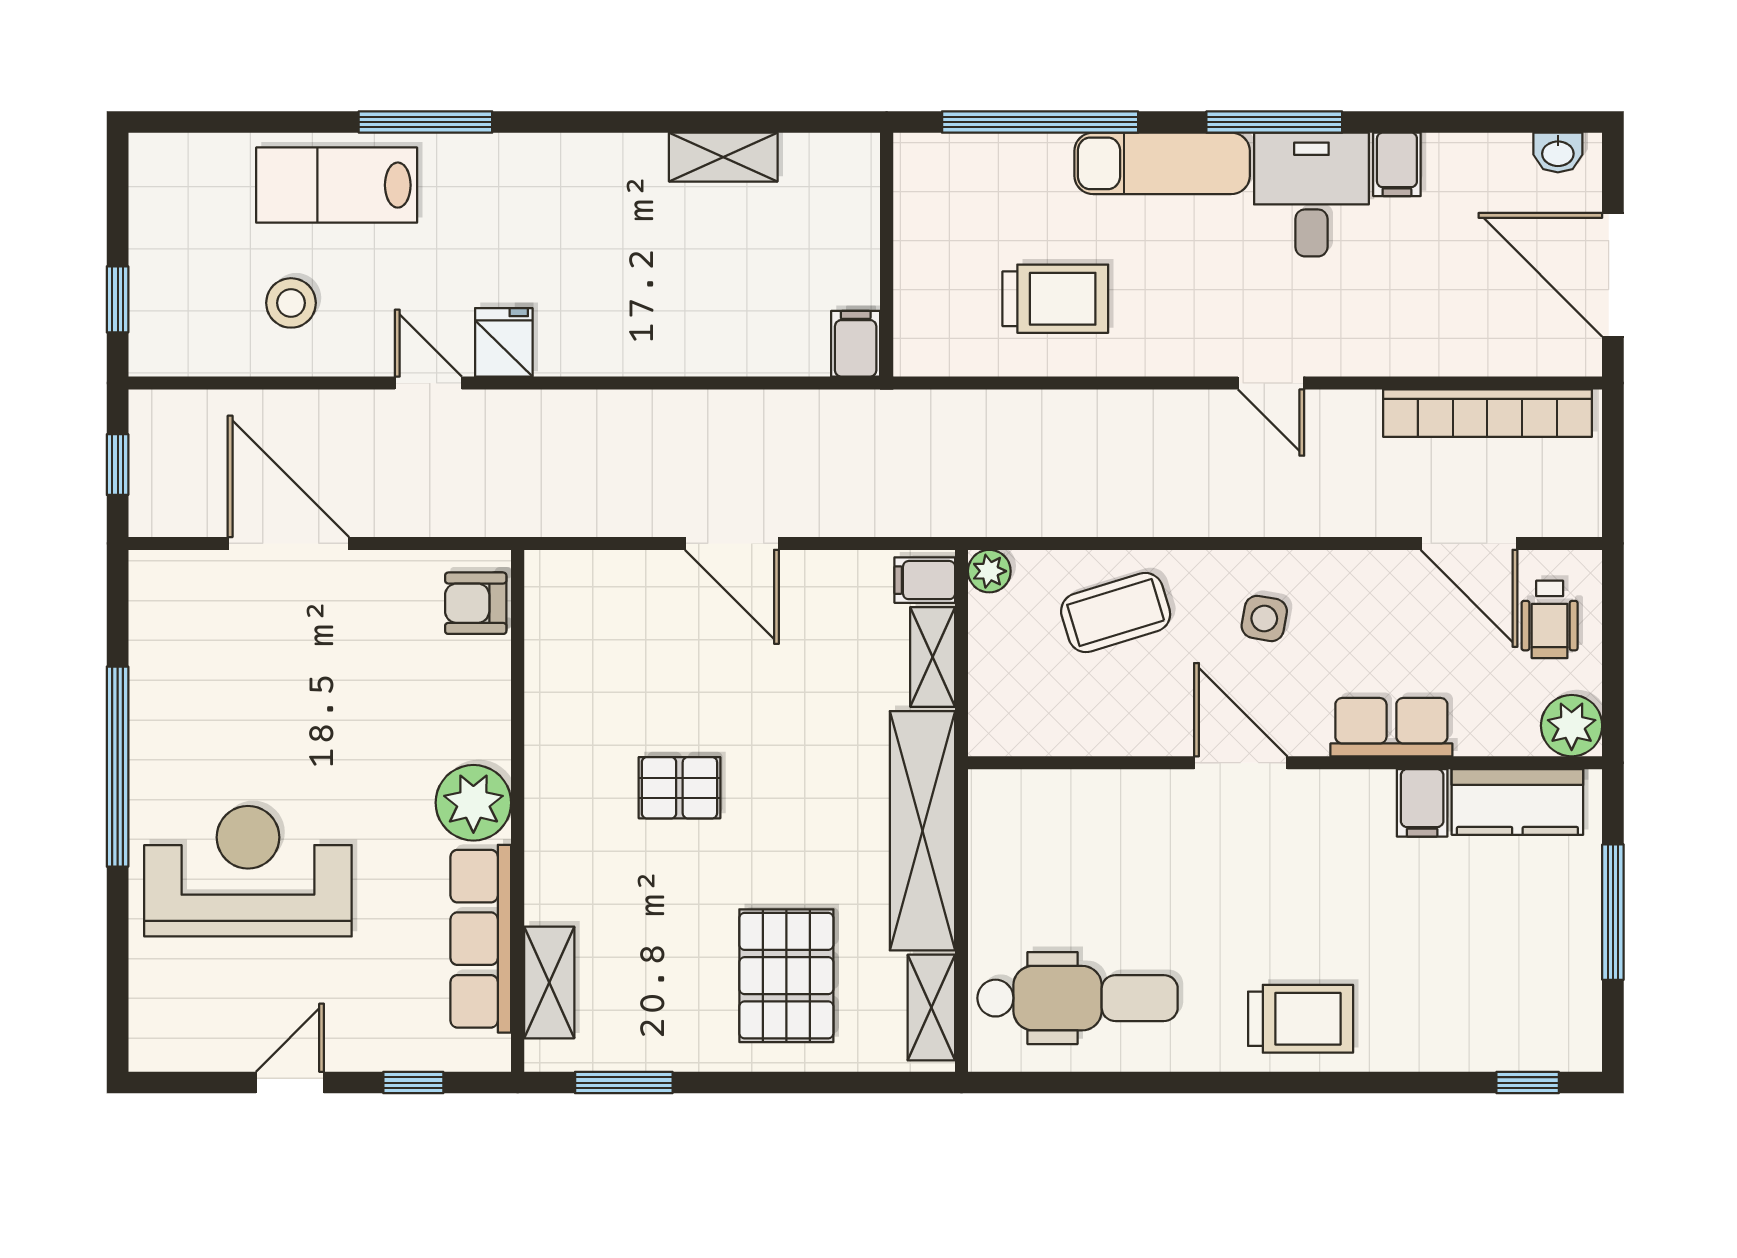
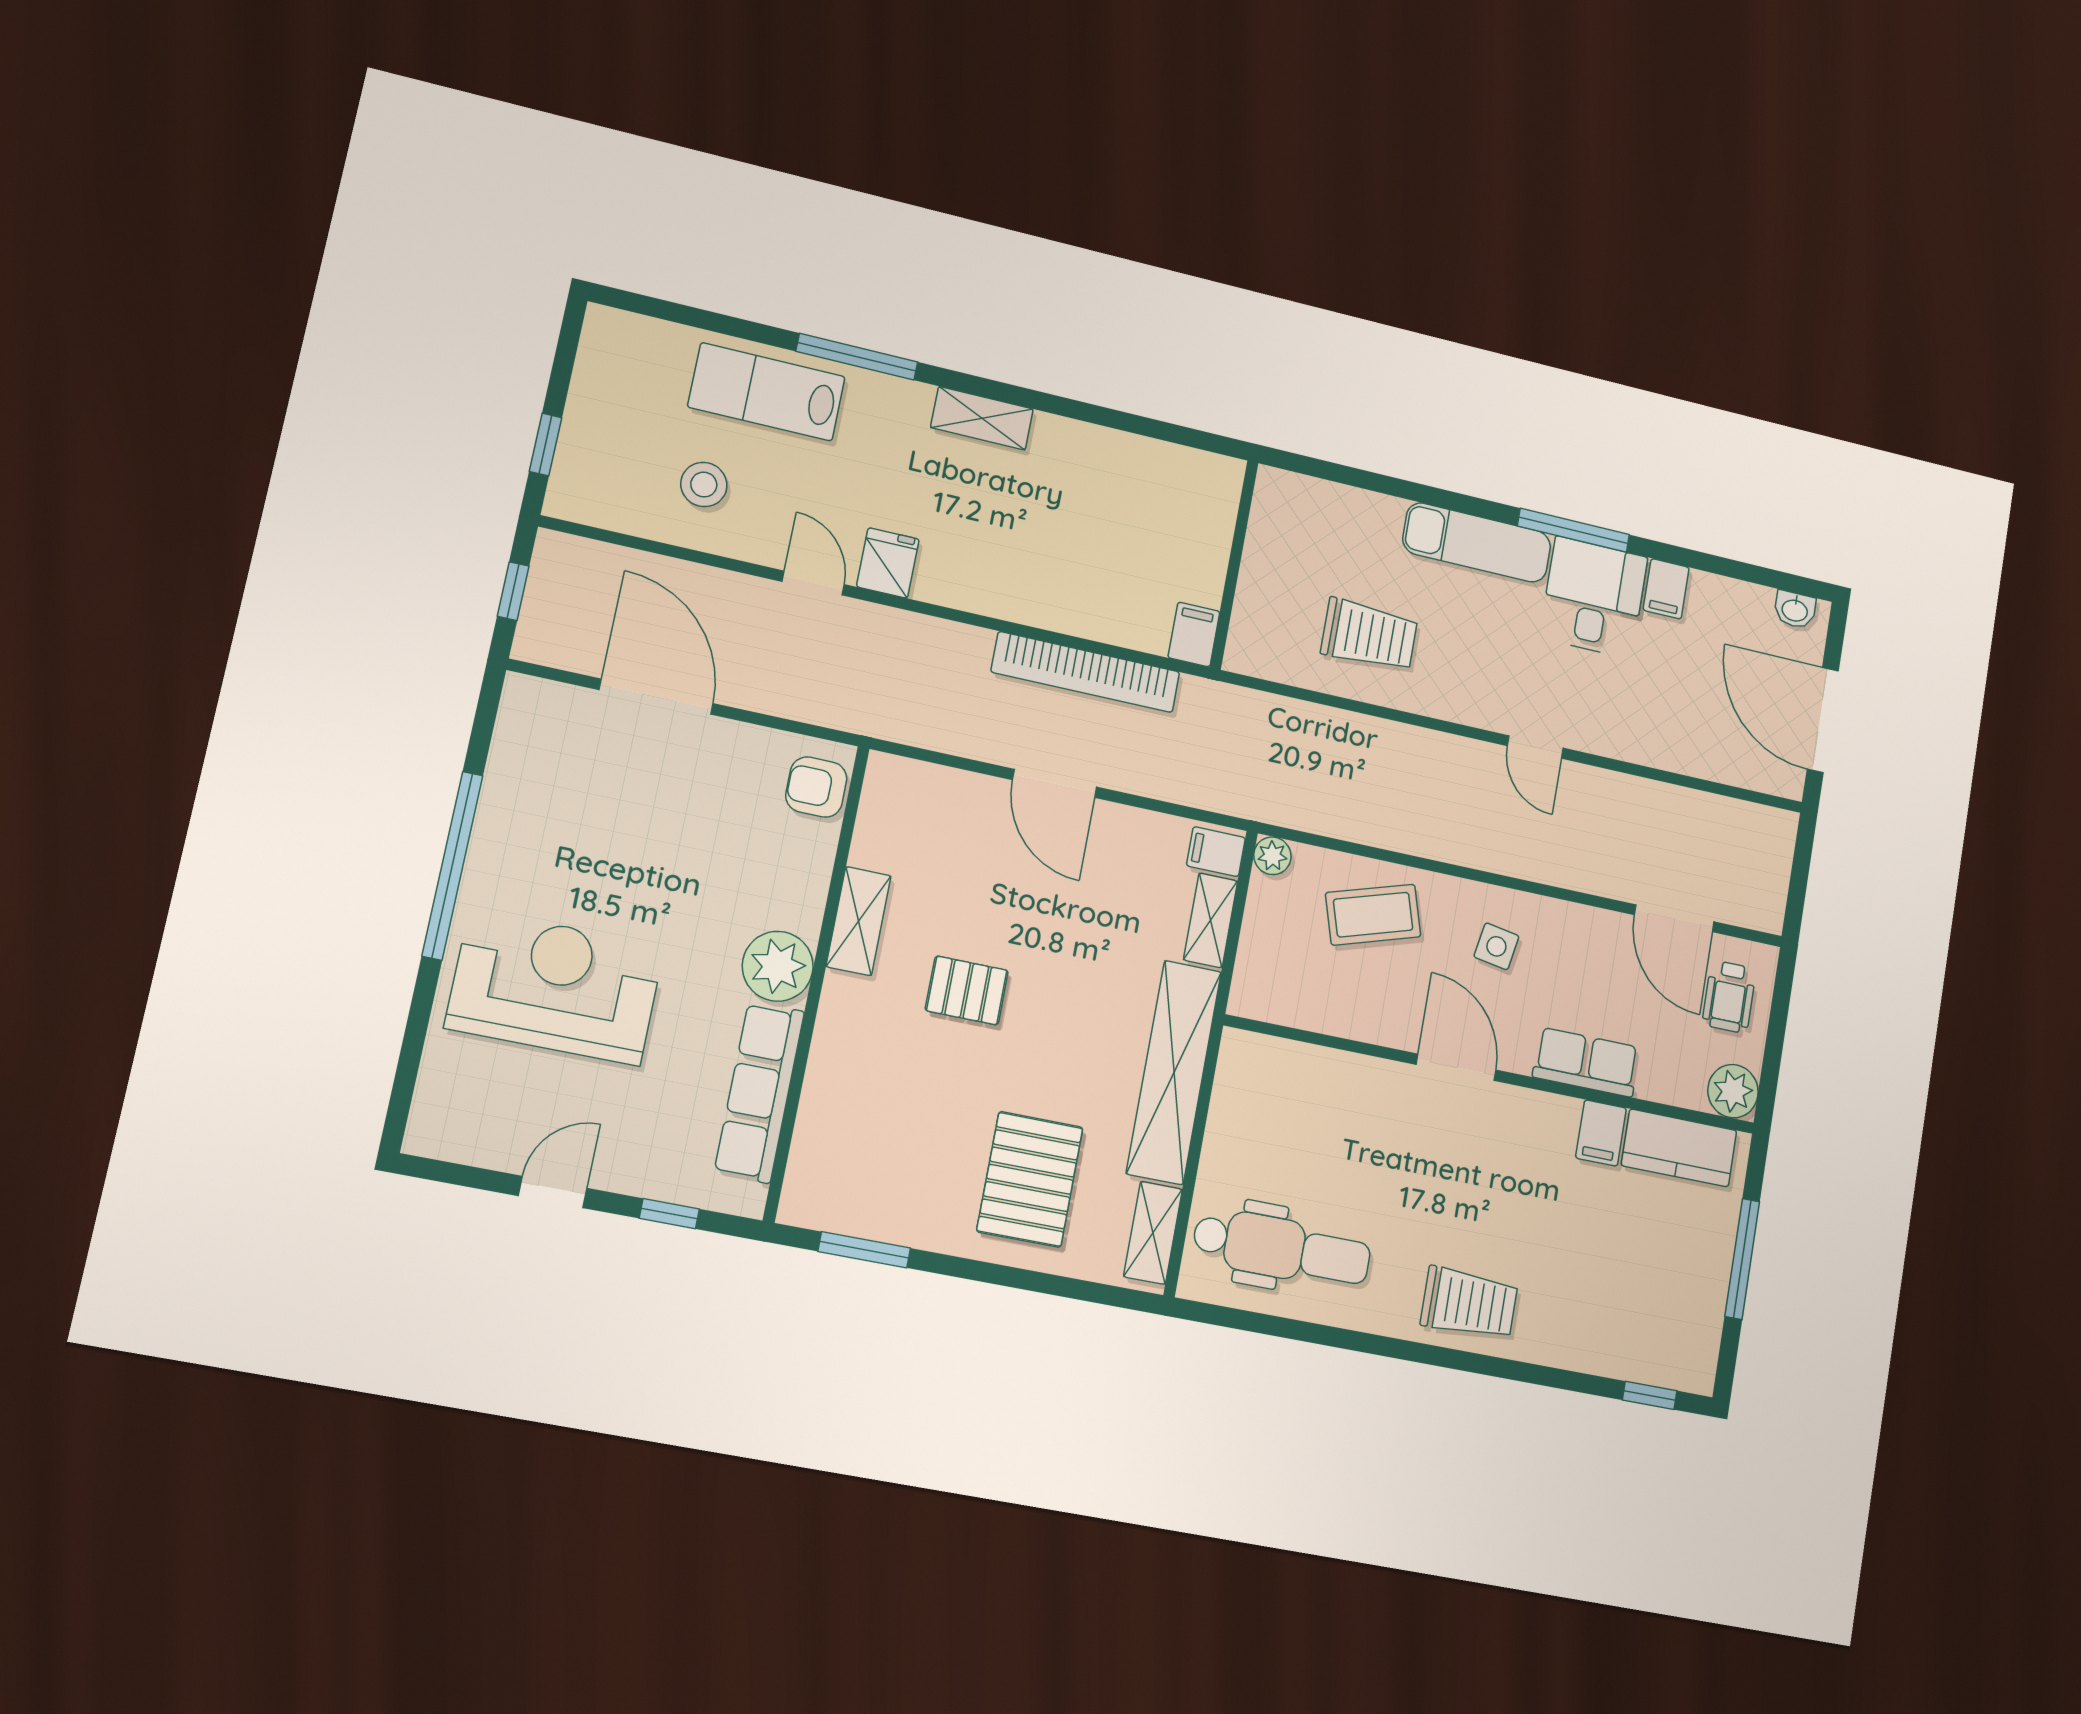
window: (1040, 122) -> (1382, 484), removed
shelving: (723, 157) -> (982, 418), moved
bookcase: (1487, 413) -> (1086, 672), moved
shelving: (549, 982) -> (859, 921), moved

